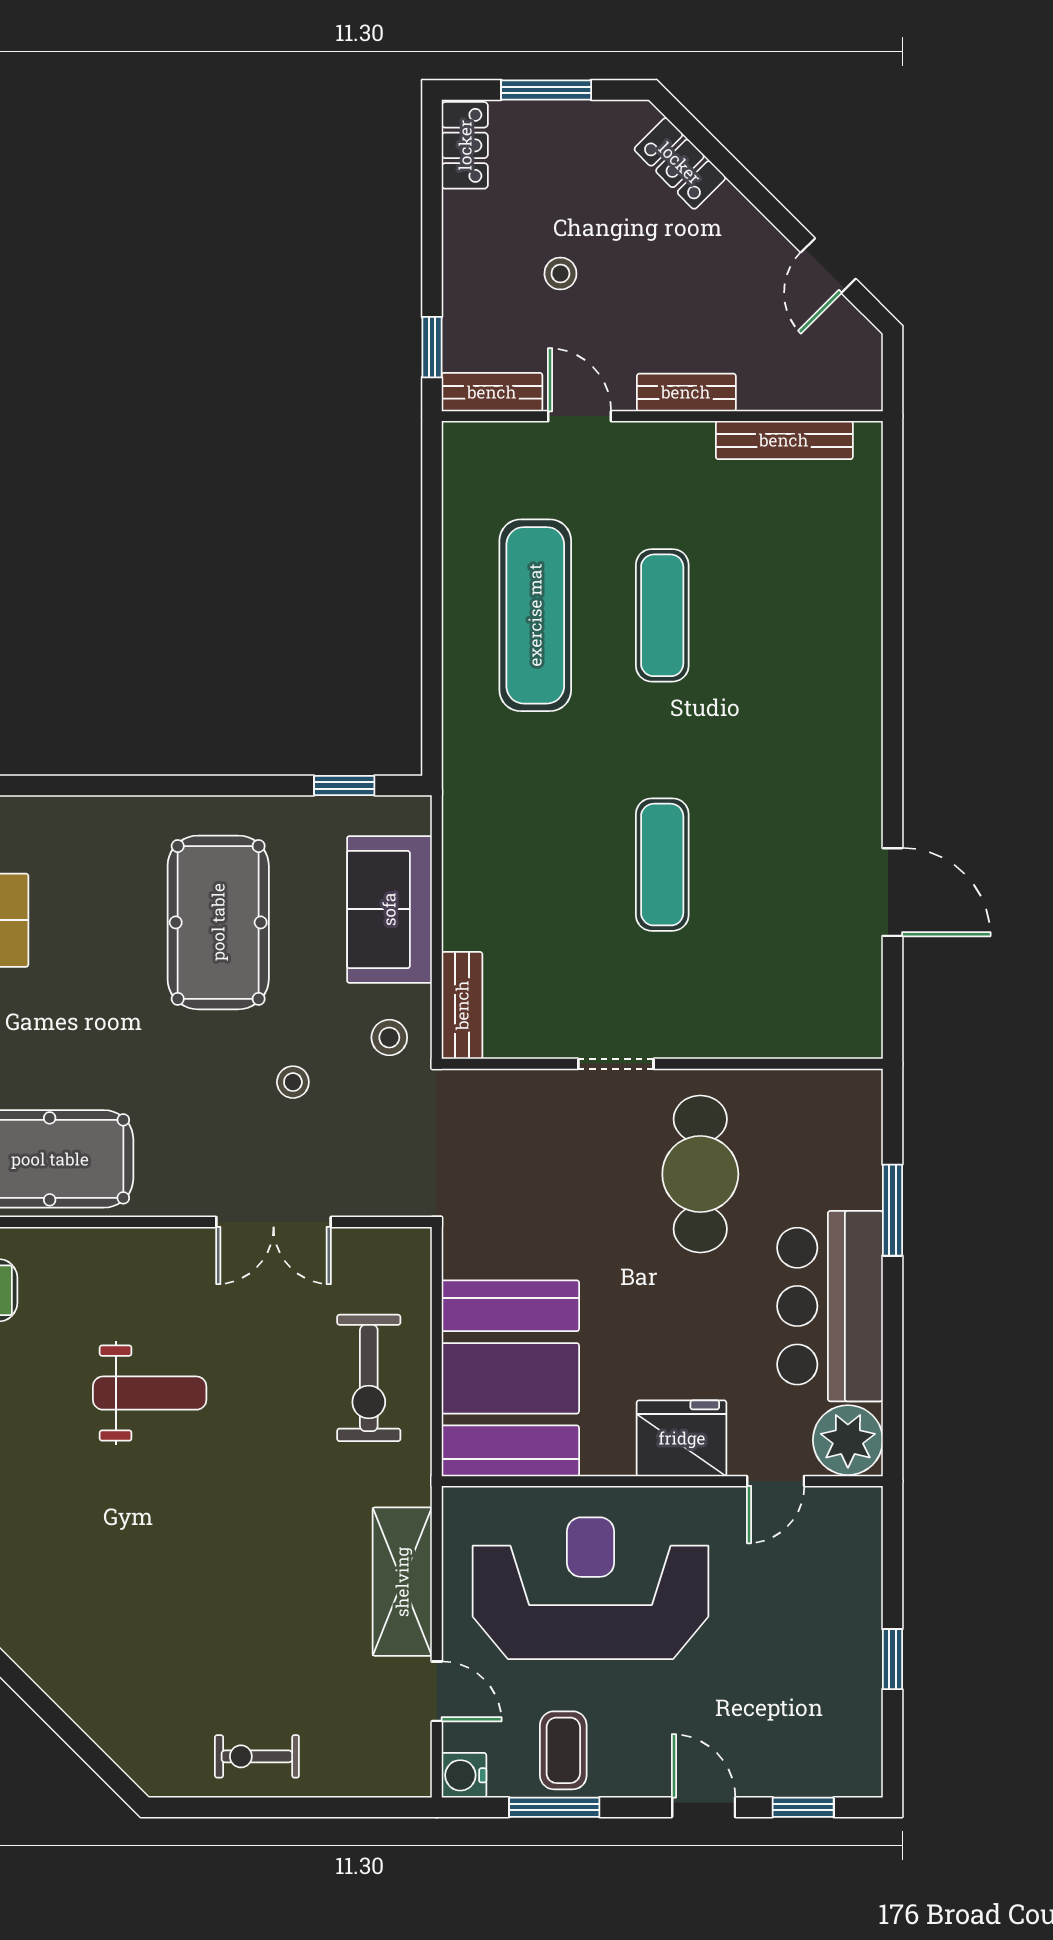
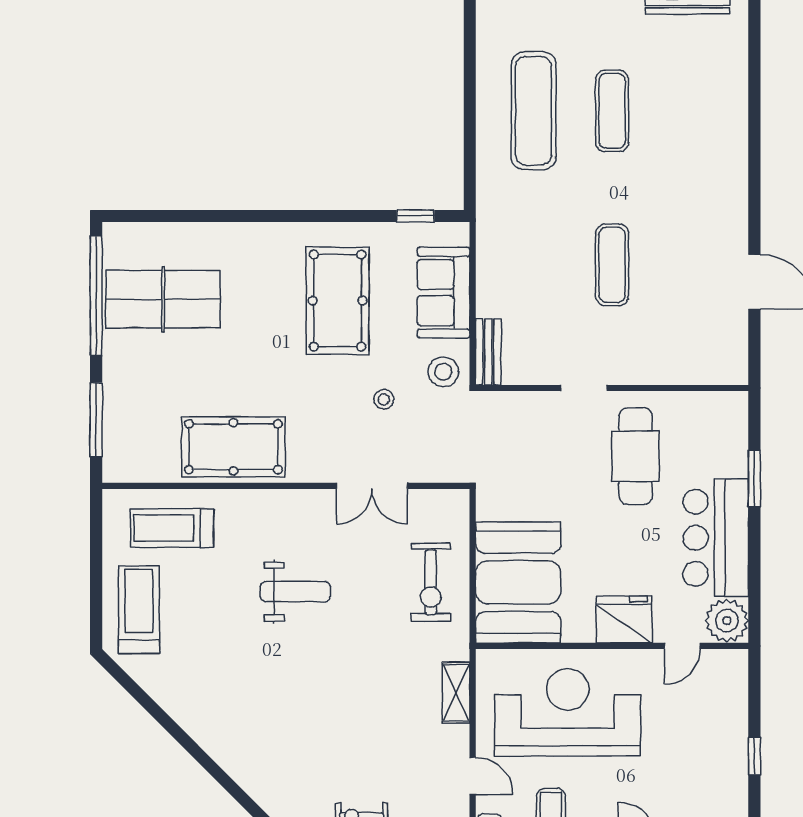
stool: (389, 1038) -> (443, 372), width x1.37, depth x1.37
shelving: (402, 1582) -> (456, 693), width x0.67, depth x0.75

